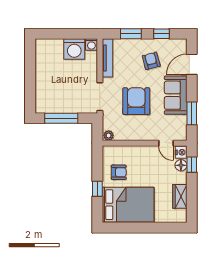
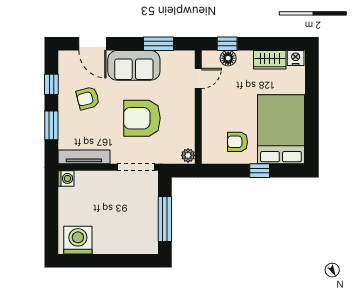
washing machine: (74, 49) -> (78, 240), moved, turned -90
nightstand: (181, 152) -> (296, 58), moved
armchair: (119, 172) -> (237, 142), turned -90

